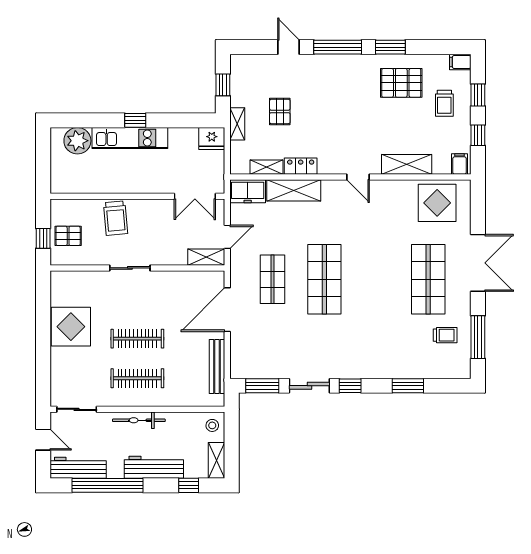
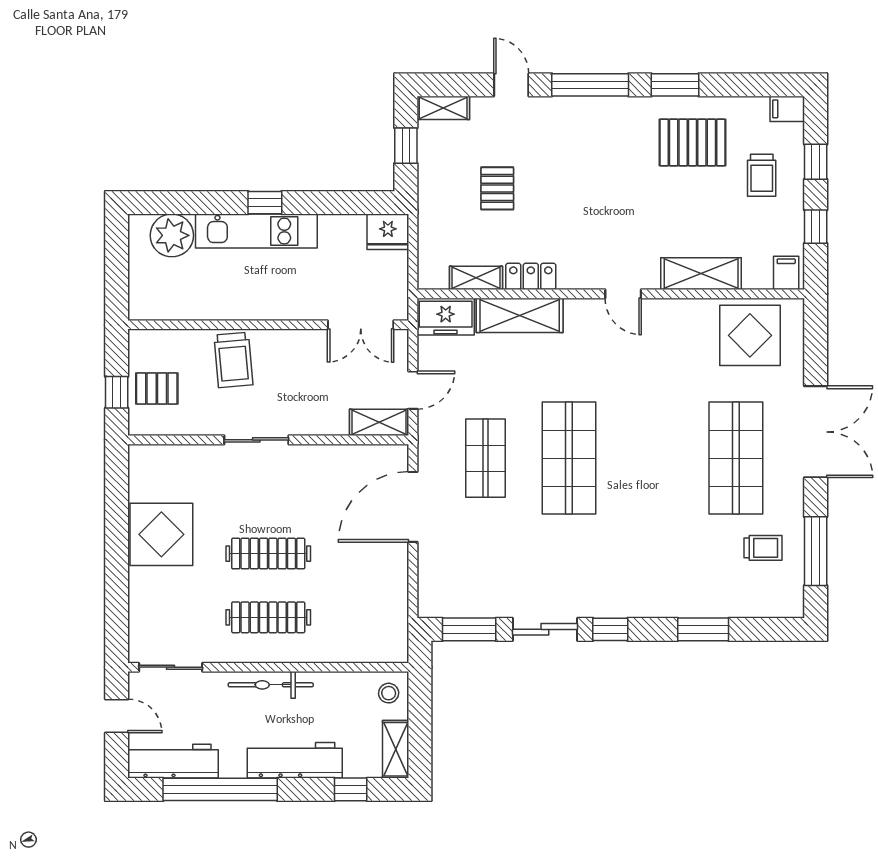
shelving: (237, 124) -> (443, 108), moved, turned 90
bench: (217, 367) -> (396, 598), removed

